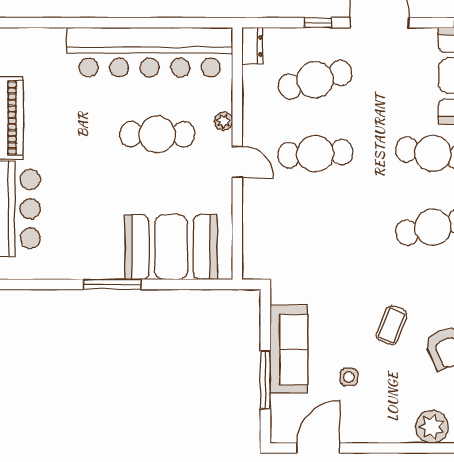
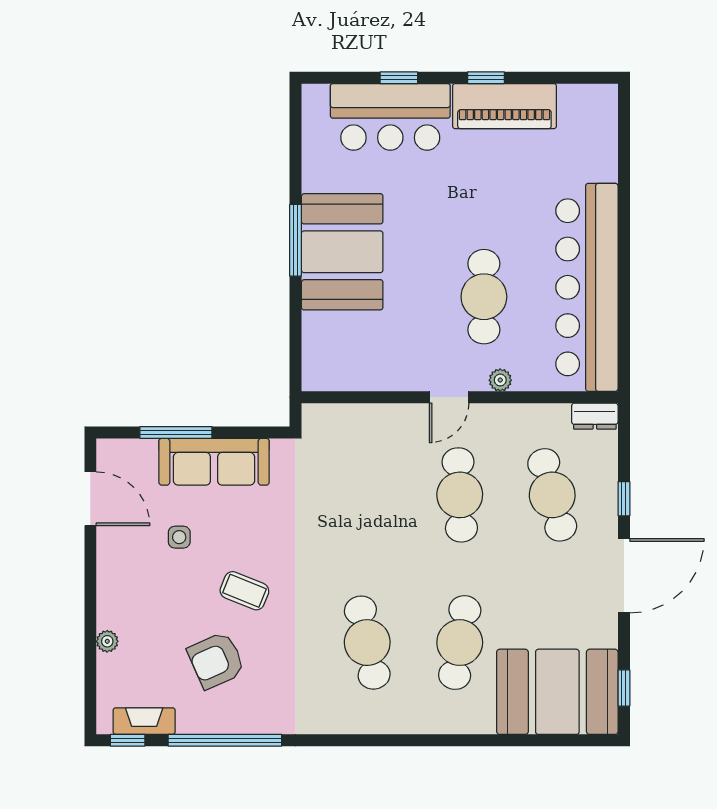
booth: (171, 247) -> (342, 252), moved
plant: (432, 427) -> (107, 641), width x0.53, depth x0.53

